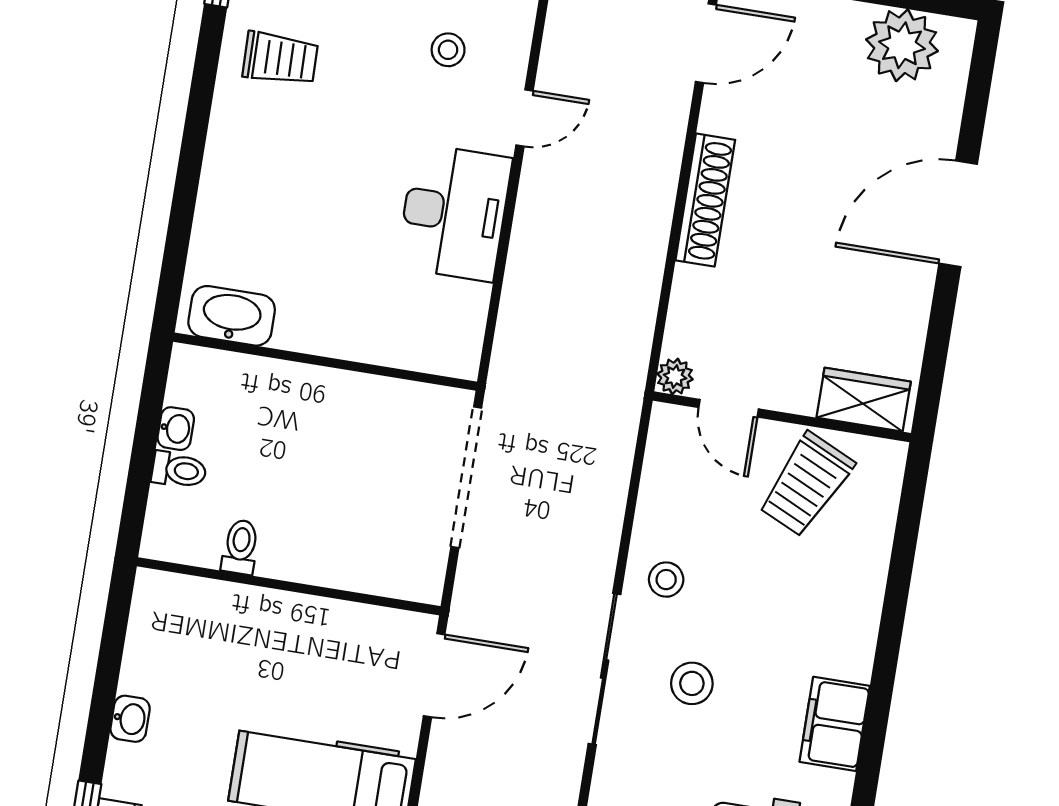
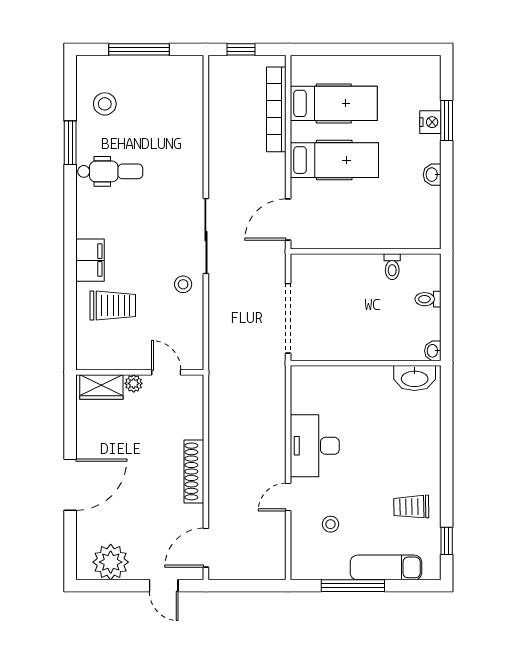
plant: (675, 376) -> (134, 383), moved
washbasin: (176, 429) -> (433, 351), moved
trolley: (806, 484) -> (113, 305), moved, turned 65
stool: (692, 683) -> (162, 236), removed
filing cabinet: (835, 724) -> (90, 260), moved

